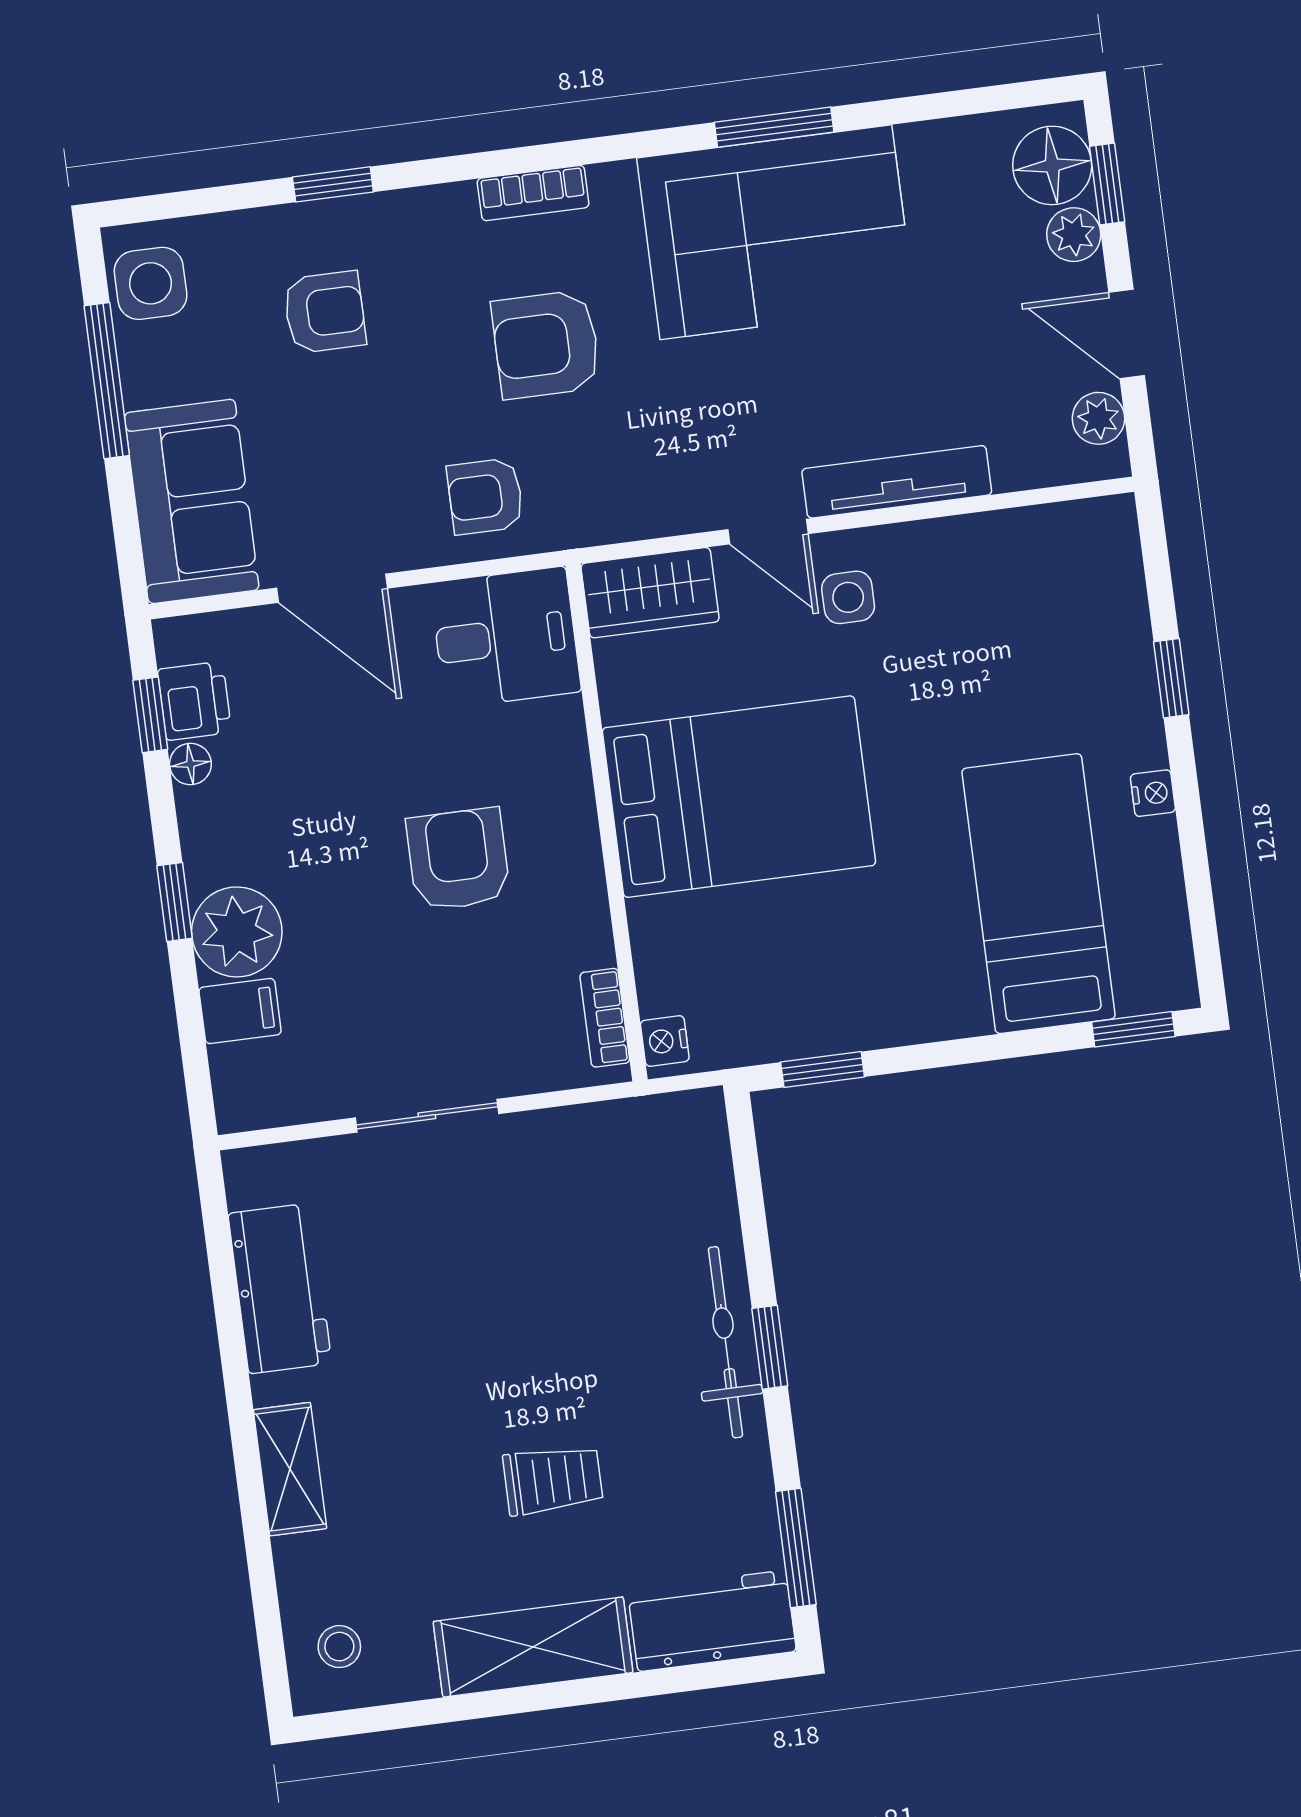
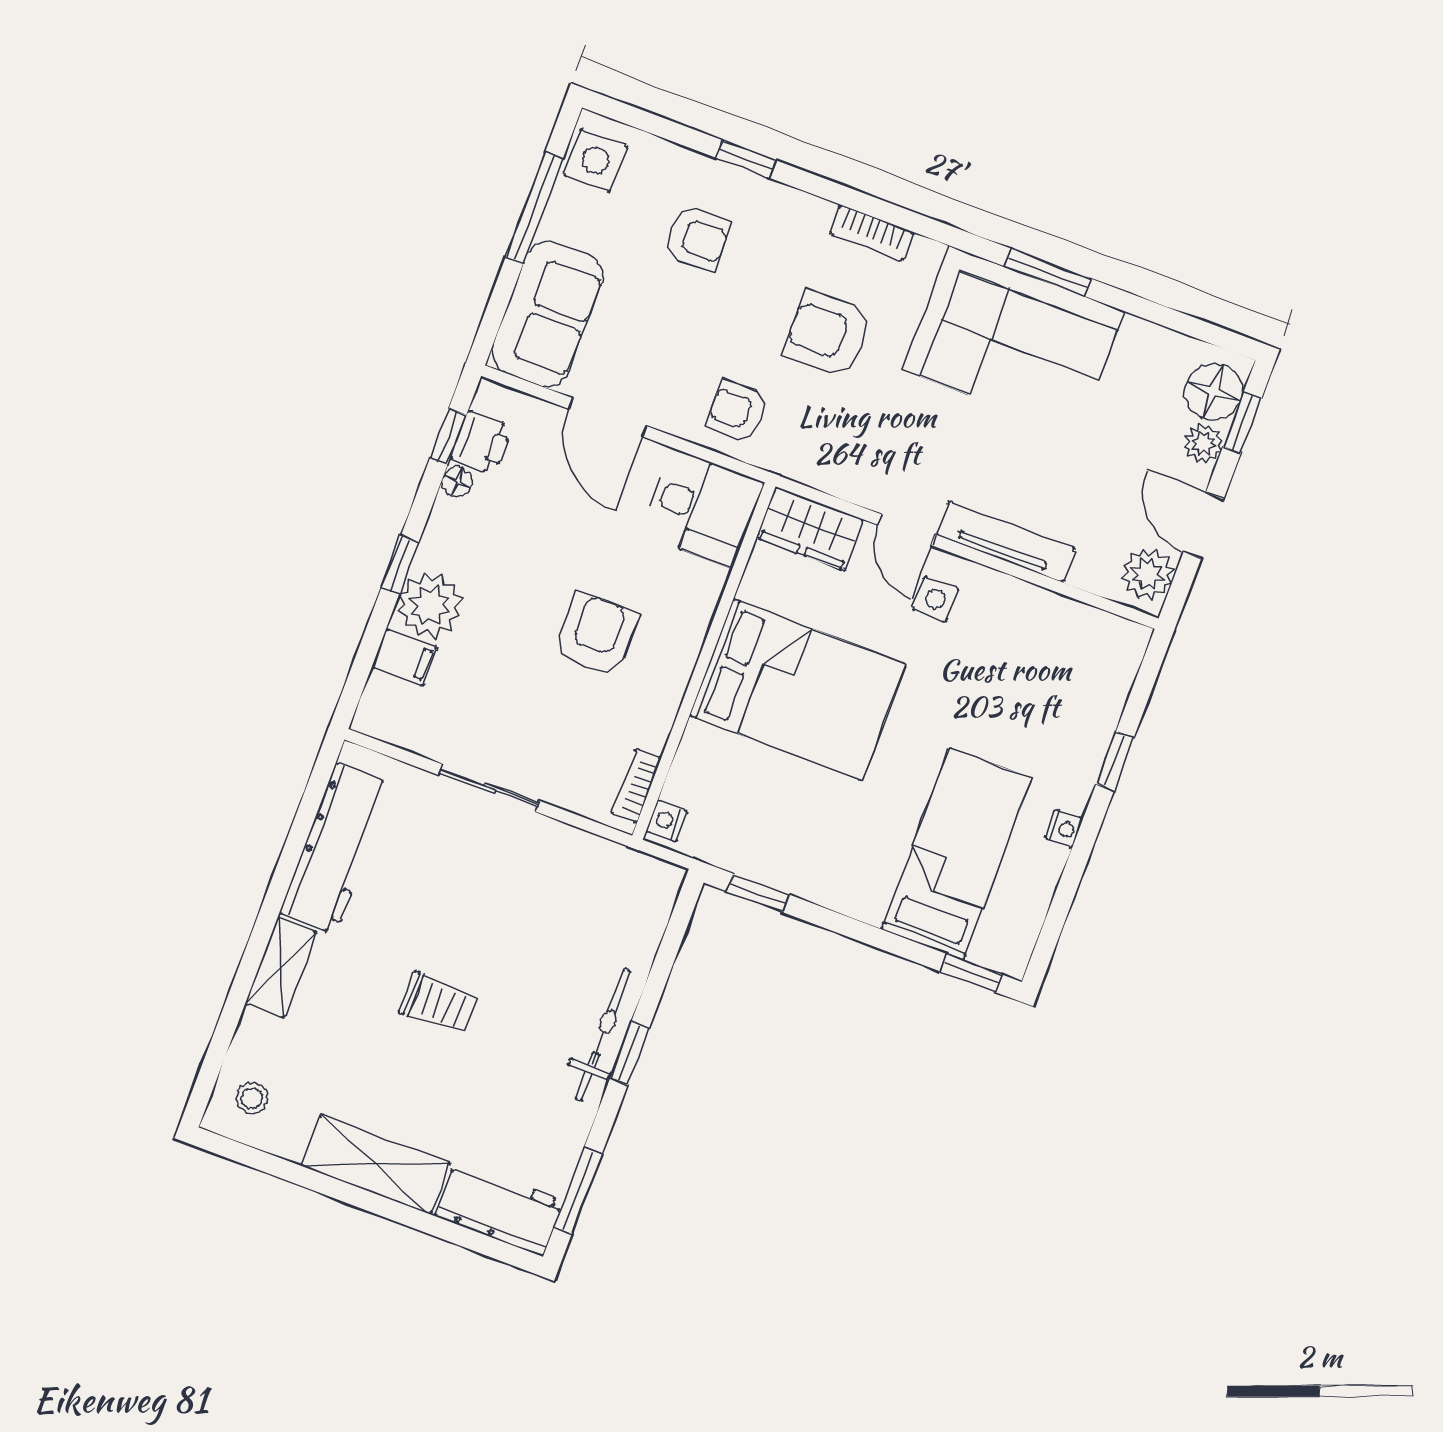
plant: (1098, 418) -> (1148, 574), width x1.38, depth x1.38
workbench: (280, 1288) -> (336, 848), width x1.38
trolley: (553, 1480) -> (439, 1003), moved

